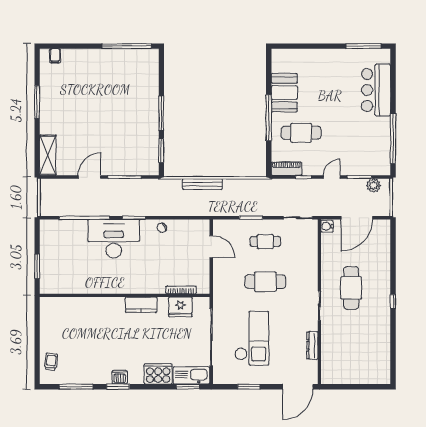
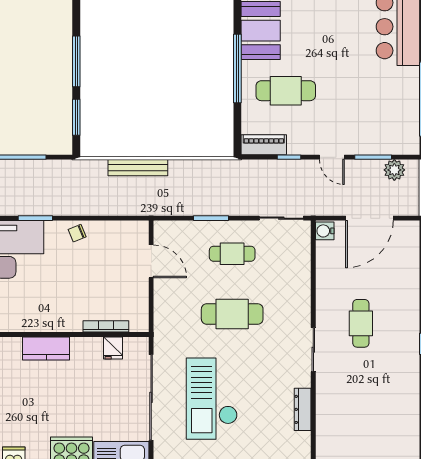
door: (332, 177) -> (332, 157), swing flipped
cafe table: (351, 288) -> (361, 323), width x0.73, depth x0.74
fridge: (180, 307) -> (113, 348), width x0.53, depth x0.75
checkout: (252, 338) -> (212, 399), turned 180

